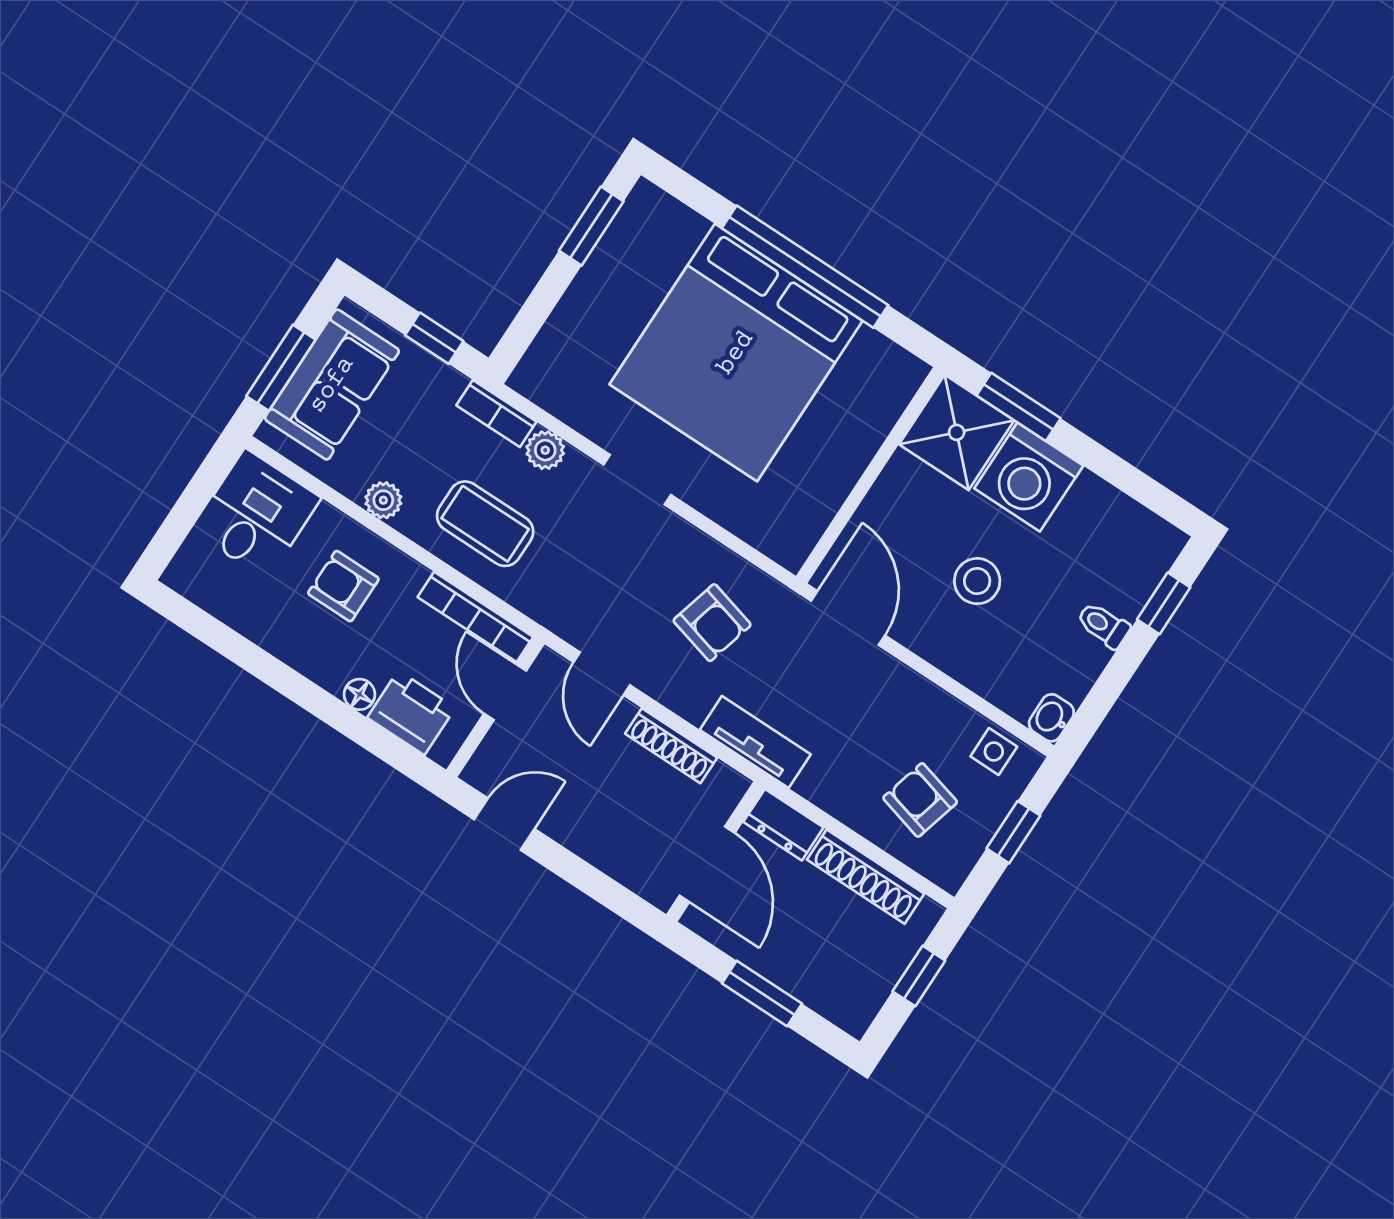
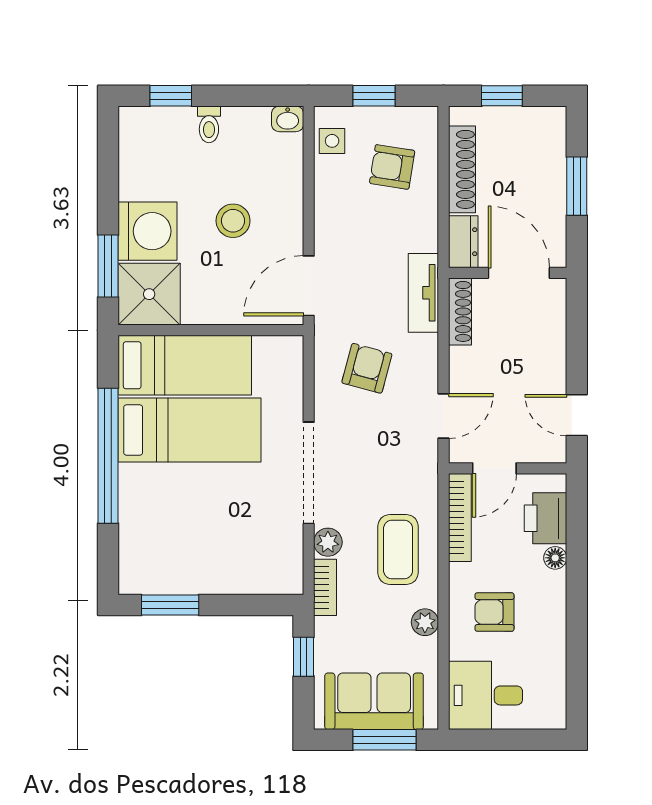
bed: (736, 353) -> (189, 430), width x0.49
bed: (850, 420) -> (185, 365), added
doorway: (637, 480) -> (309, 473), width x1.87
armchair: (343, 586) -> (494, 612), turned 90
shoe rack: (671, 746) -> (460, 311), moved
armchair: (920, 800) -> (392, 167), turned 84
door: (707, 864) -> (519, 273), hinge flipped

